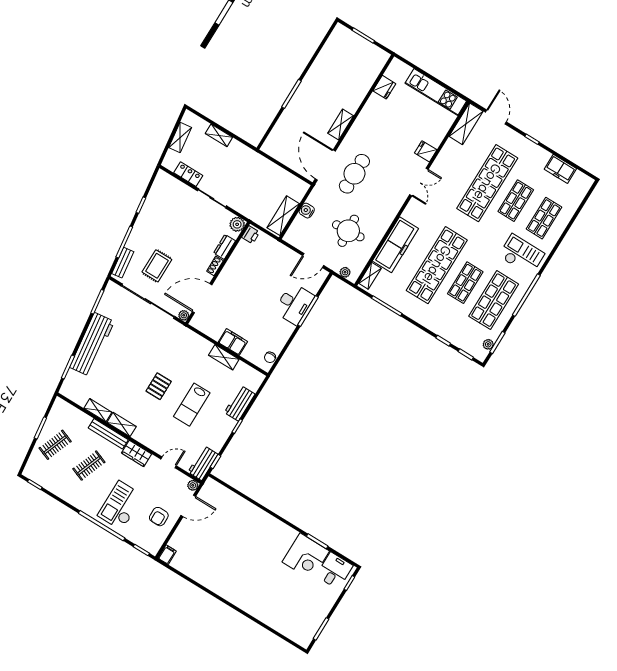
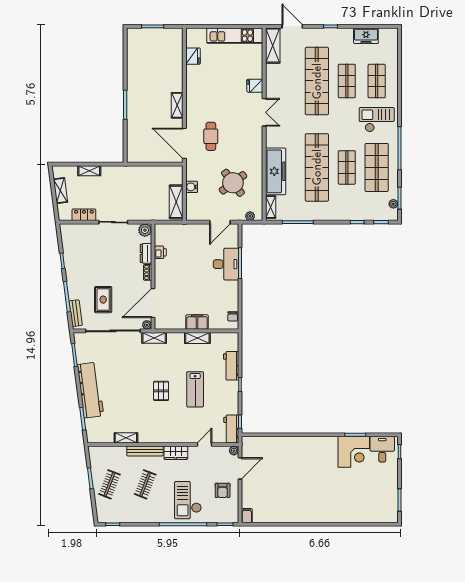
cafe table: (354, 174) -> (211, 136), width x0.73, depth x0.74
round table: (348, 231) -> (233, 183), turned -33
printer: (251, 235) -> (160, 252), moved
shelving: (122, 424) -> (154, 338), moved

